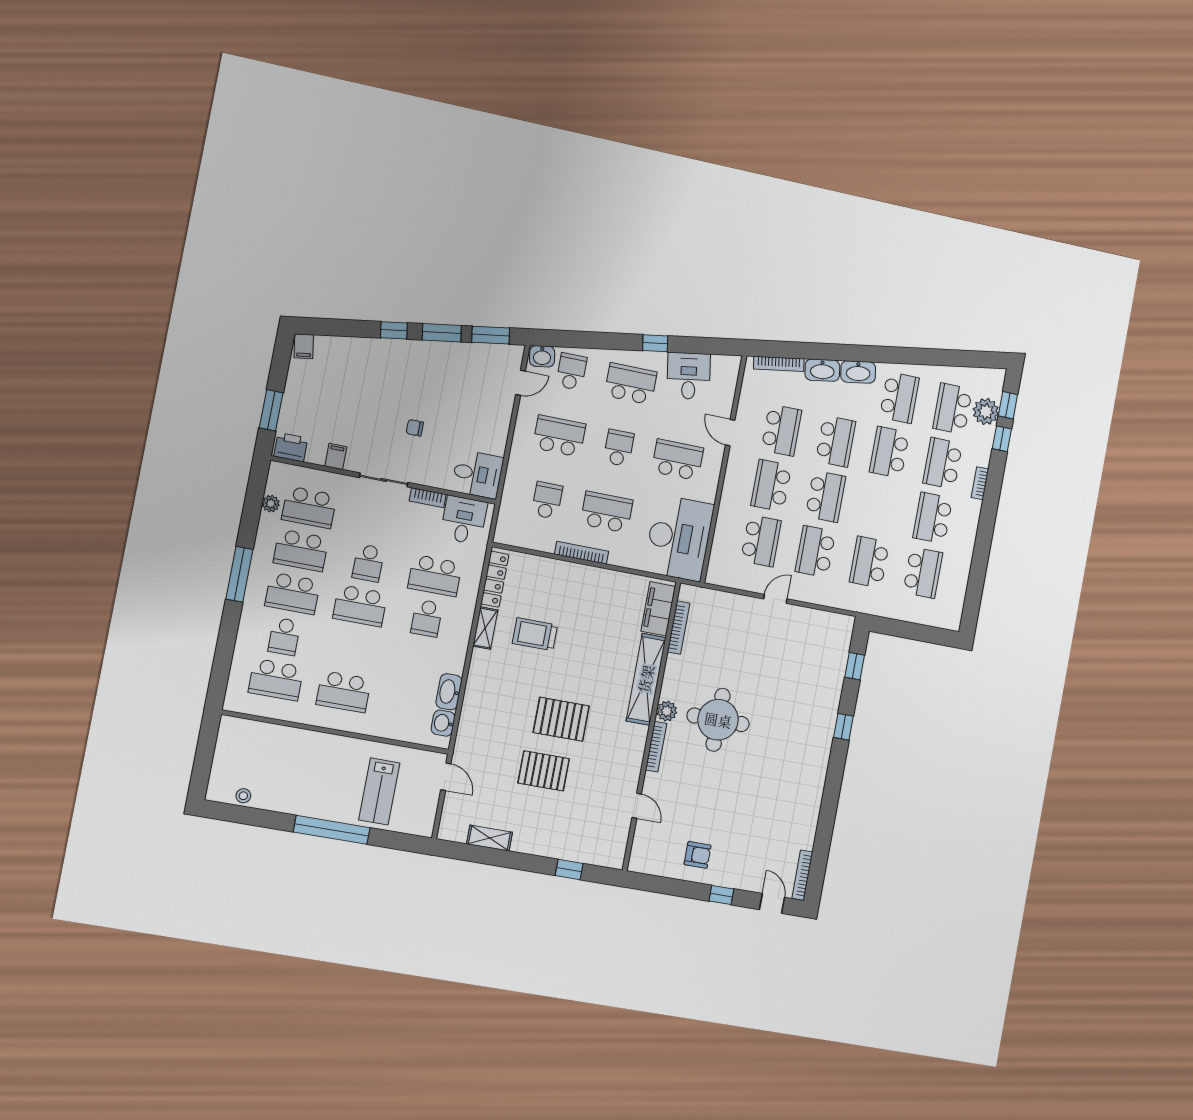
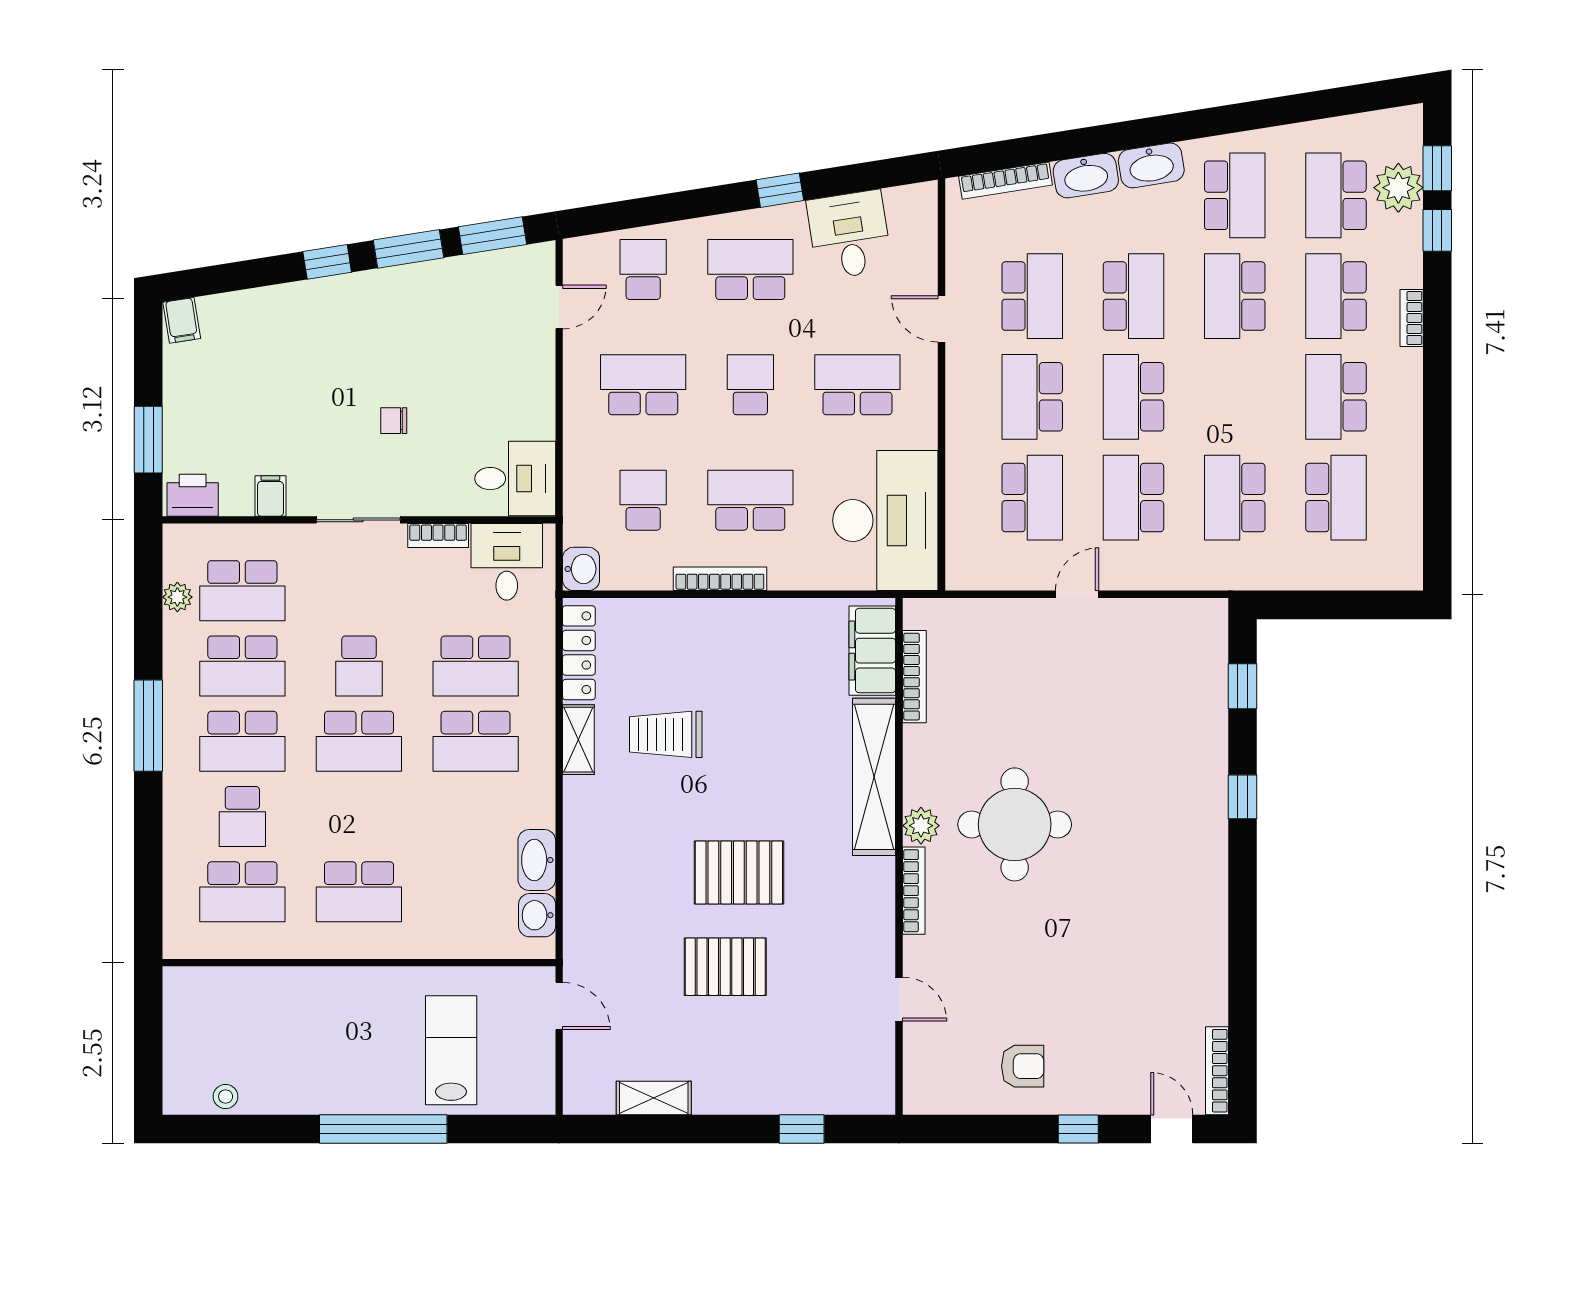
washbasin: (542, 356) -> (581, 569), moved, turned -81
school desk: (826, 496) -> (1133, 397), turned 180
school desk: (427, 618) -> (476, 741), width x1.85
lab bench: (379, 791) -> (451, 1050), turned 180

